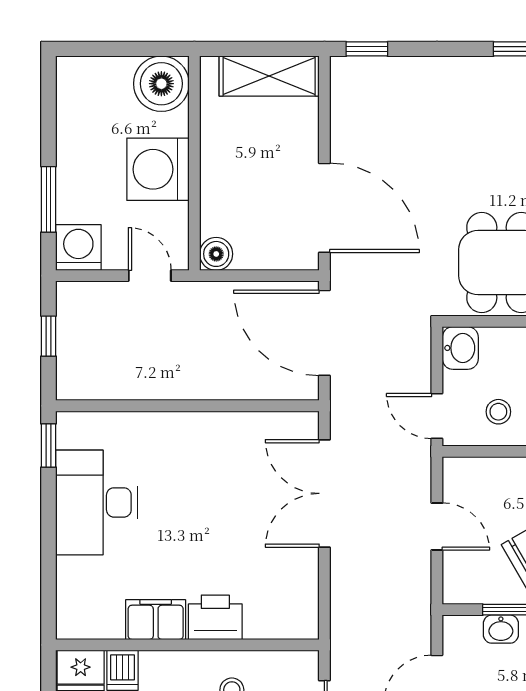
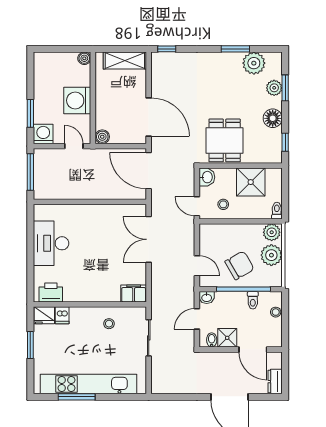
boiler: (161, 84) -> (84, 58), width x0.54, depth x0.54
window: (48, 336) -> (30, 172), width x2.17
window: (48, 445) -> (30, 219), removed
door: (437, 527) -> (197, 266), moved
printer: (215, 617) -> (51, 292), moved
filing cabinet: (156, 620) -> (134, 293), moved
washbasin: (501, 629) -> (207, 298), moved

